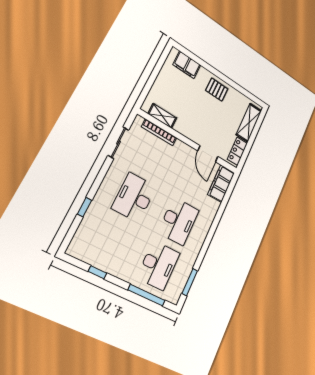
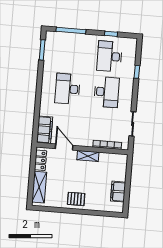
filing cabinet: (187, 65) -> (118, 192), moved, turned -90
shelving: (162, 116) -> (88, 156), moved
desk: (158, 265) -> (109, 56), moved

